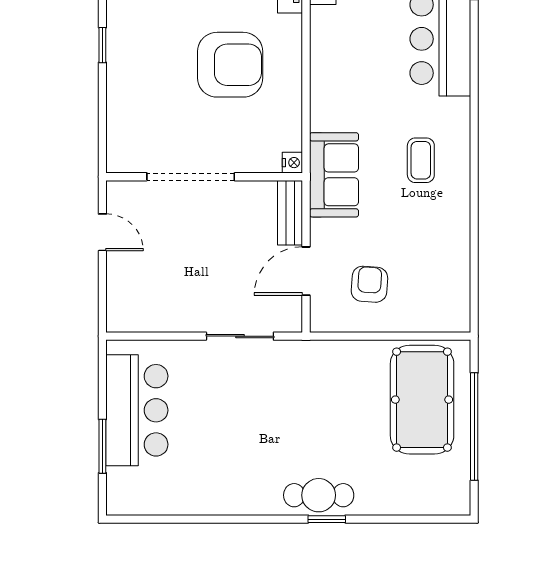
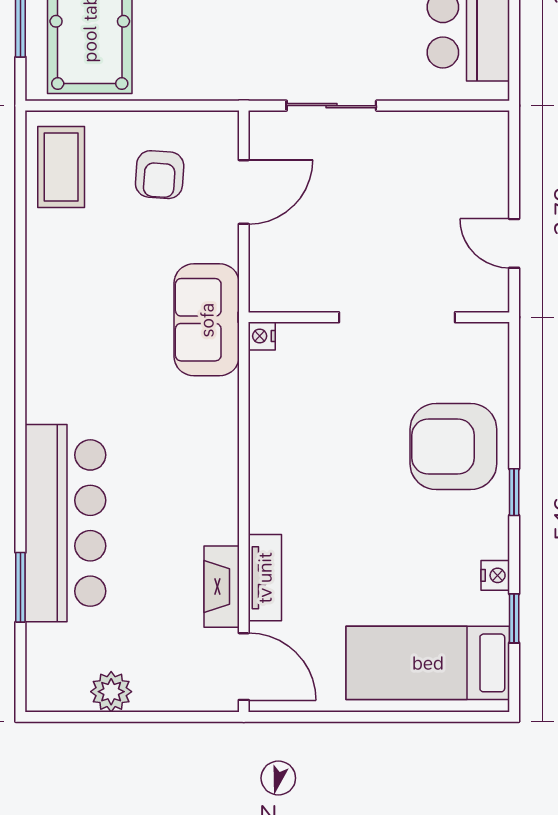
armchair: (230, 65) -> (453, 446), moved
coffee table: (421, 160) -> (61, 167), moved, width x1.36, depth x1.30
bench: (290, 213) -> (265, 269), removed

